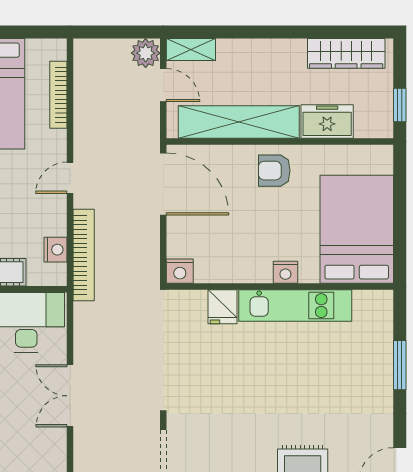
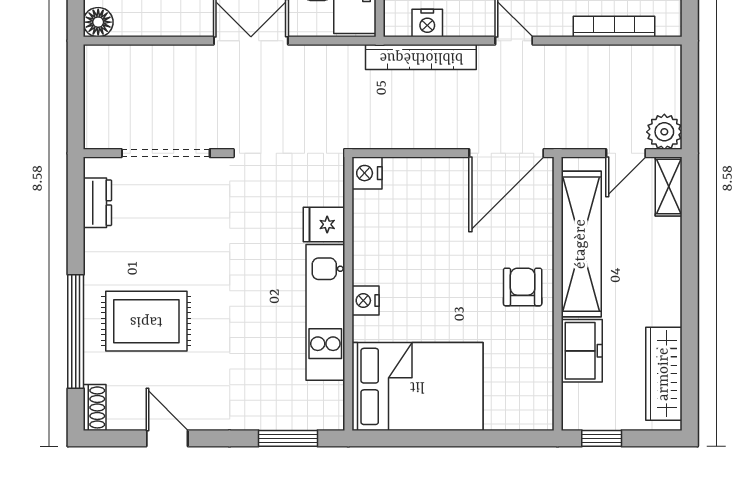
bed: (357, 229) -> (417, 386), moved
nightstand: (180, 271) -> (367, 173), moved
nightstand: (285, 272) -> (365, 301), moved
wall: (280, 287) -> (348, 294), moved
kitchen unit: (295, 306) -> (325, 312), moved
fridge: (222, 307) -> (324, 224), moved

